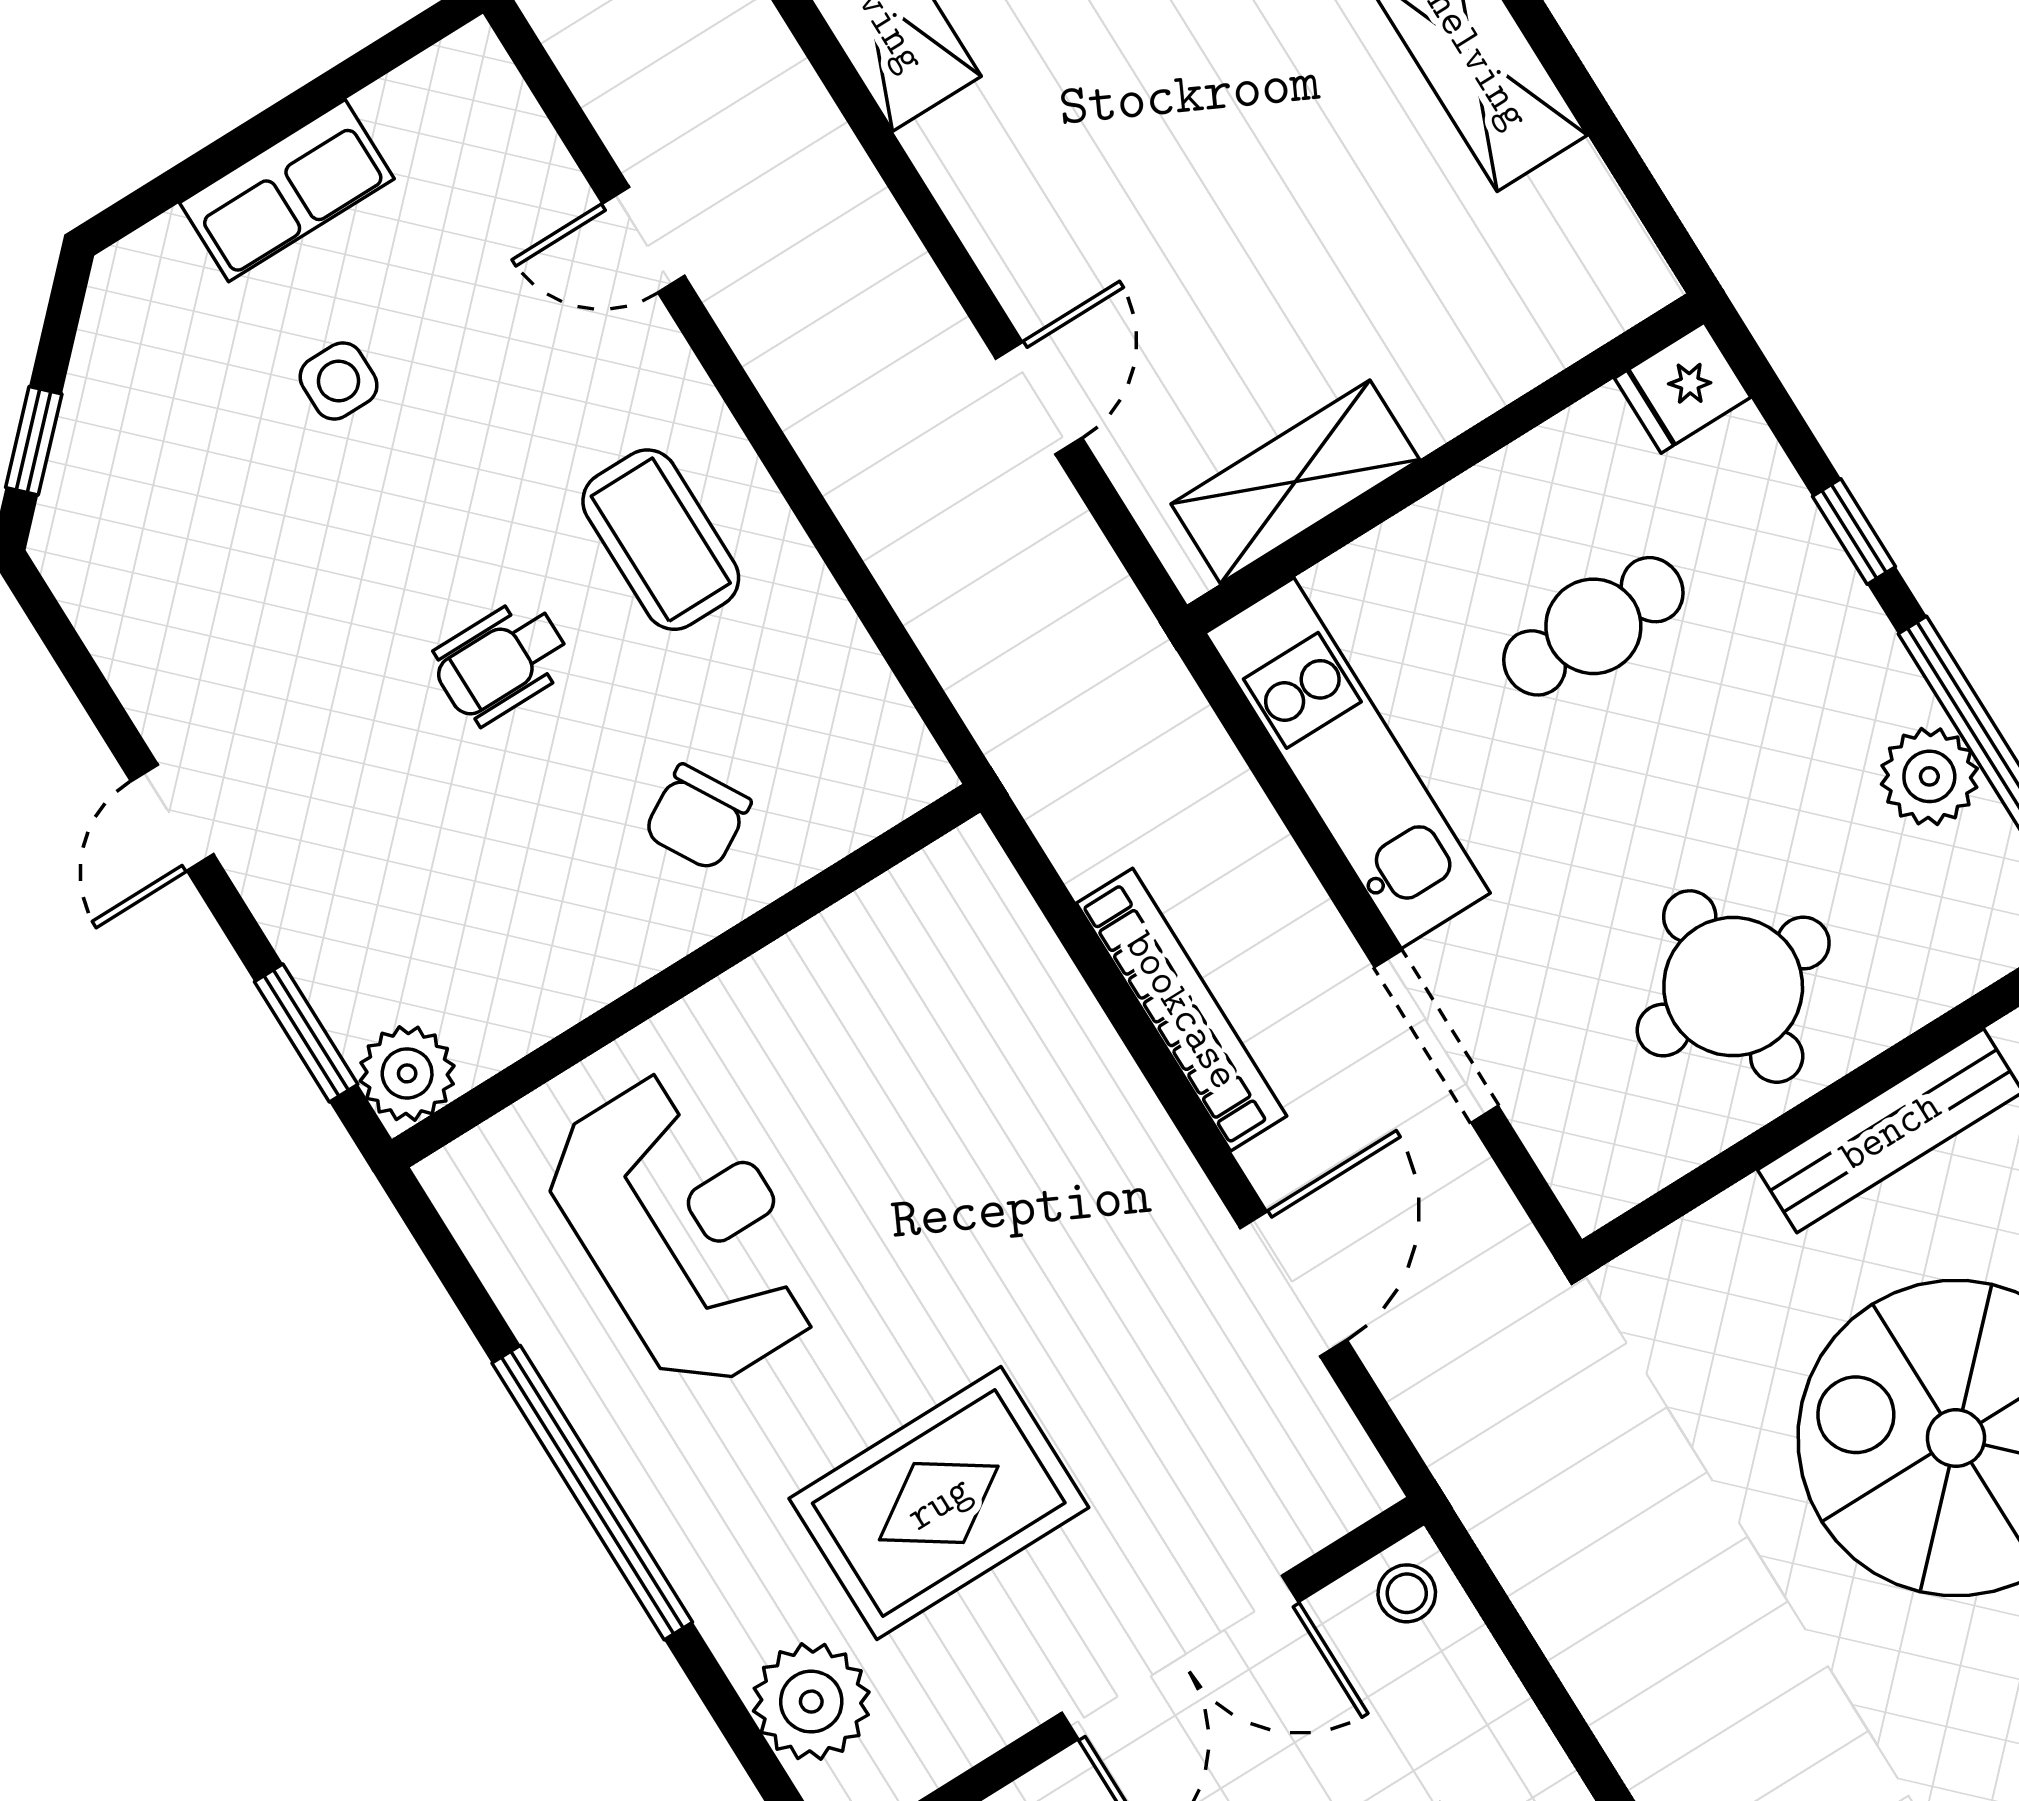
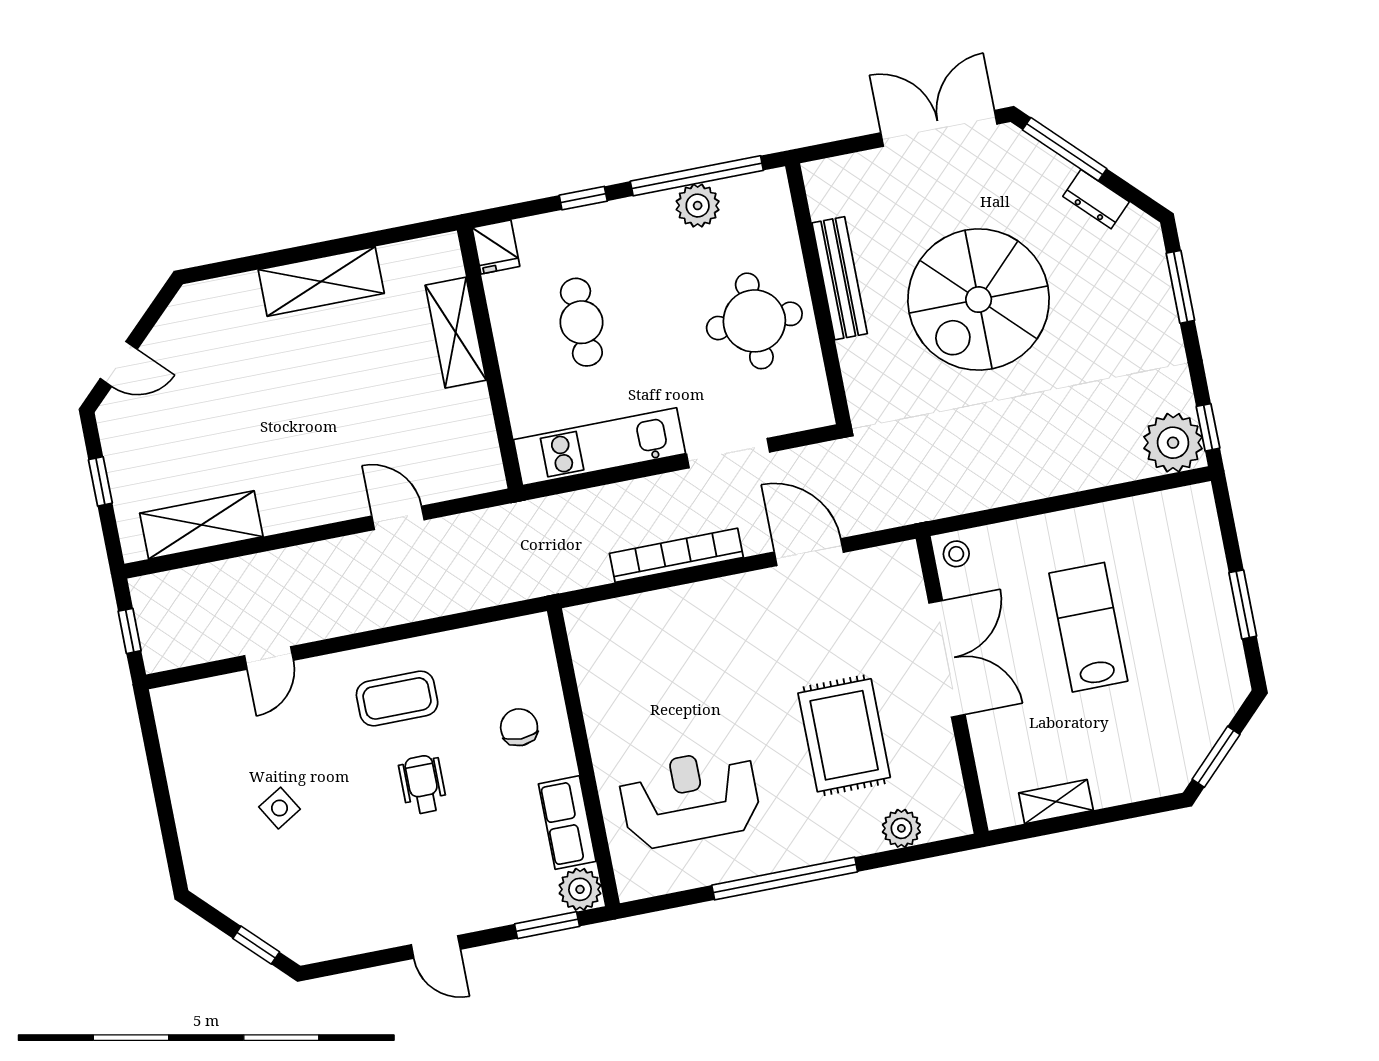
row of seats: (287, 191) -> (567, 823), moved, turned 180
side table: (339, 381) -> (280, 808), turned -31
shelving: (1295, 482) -> (456, 333), moved
wheelchair: (501, 662) -> (423, 785), turned 180
chair: (697, 817) -> (519, 727), turned -150
plant: (811, 1702) -> (901, 828), width x0.73, depth x0.73

